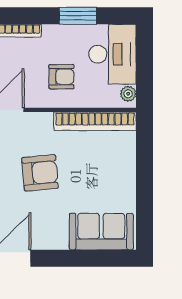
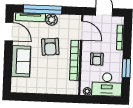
bookcase: (95, 121) -> (75, 60), moved
sofa: (101, 232) -> (21, 61), moved

